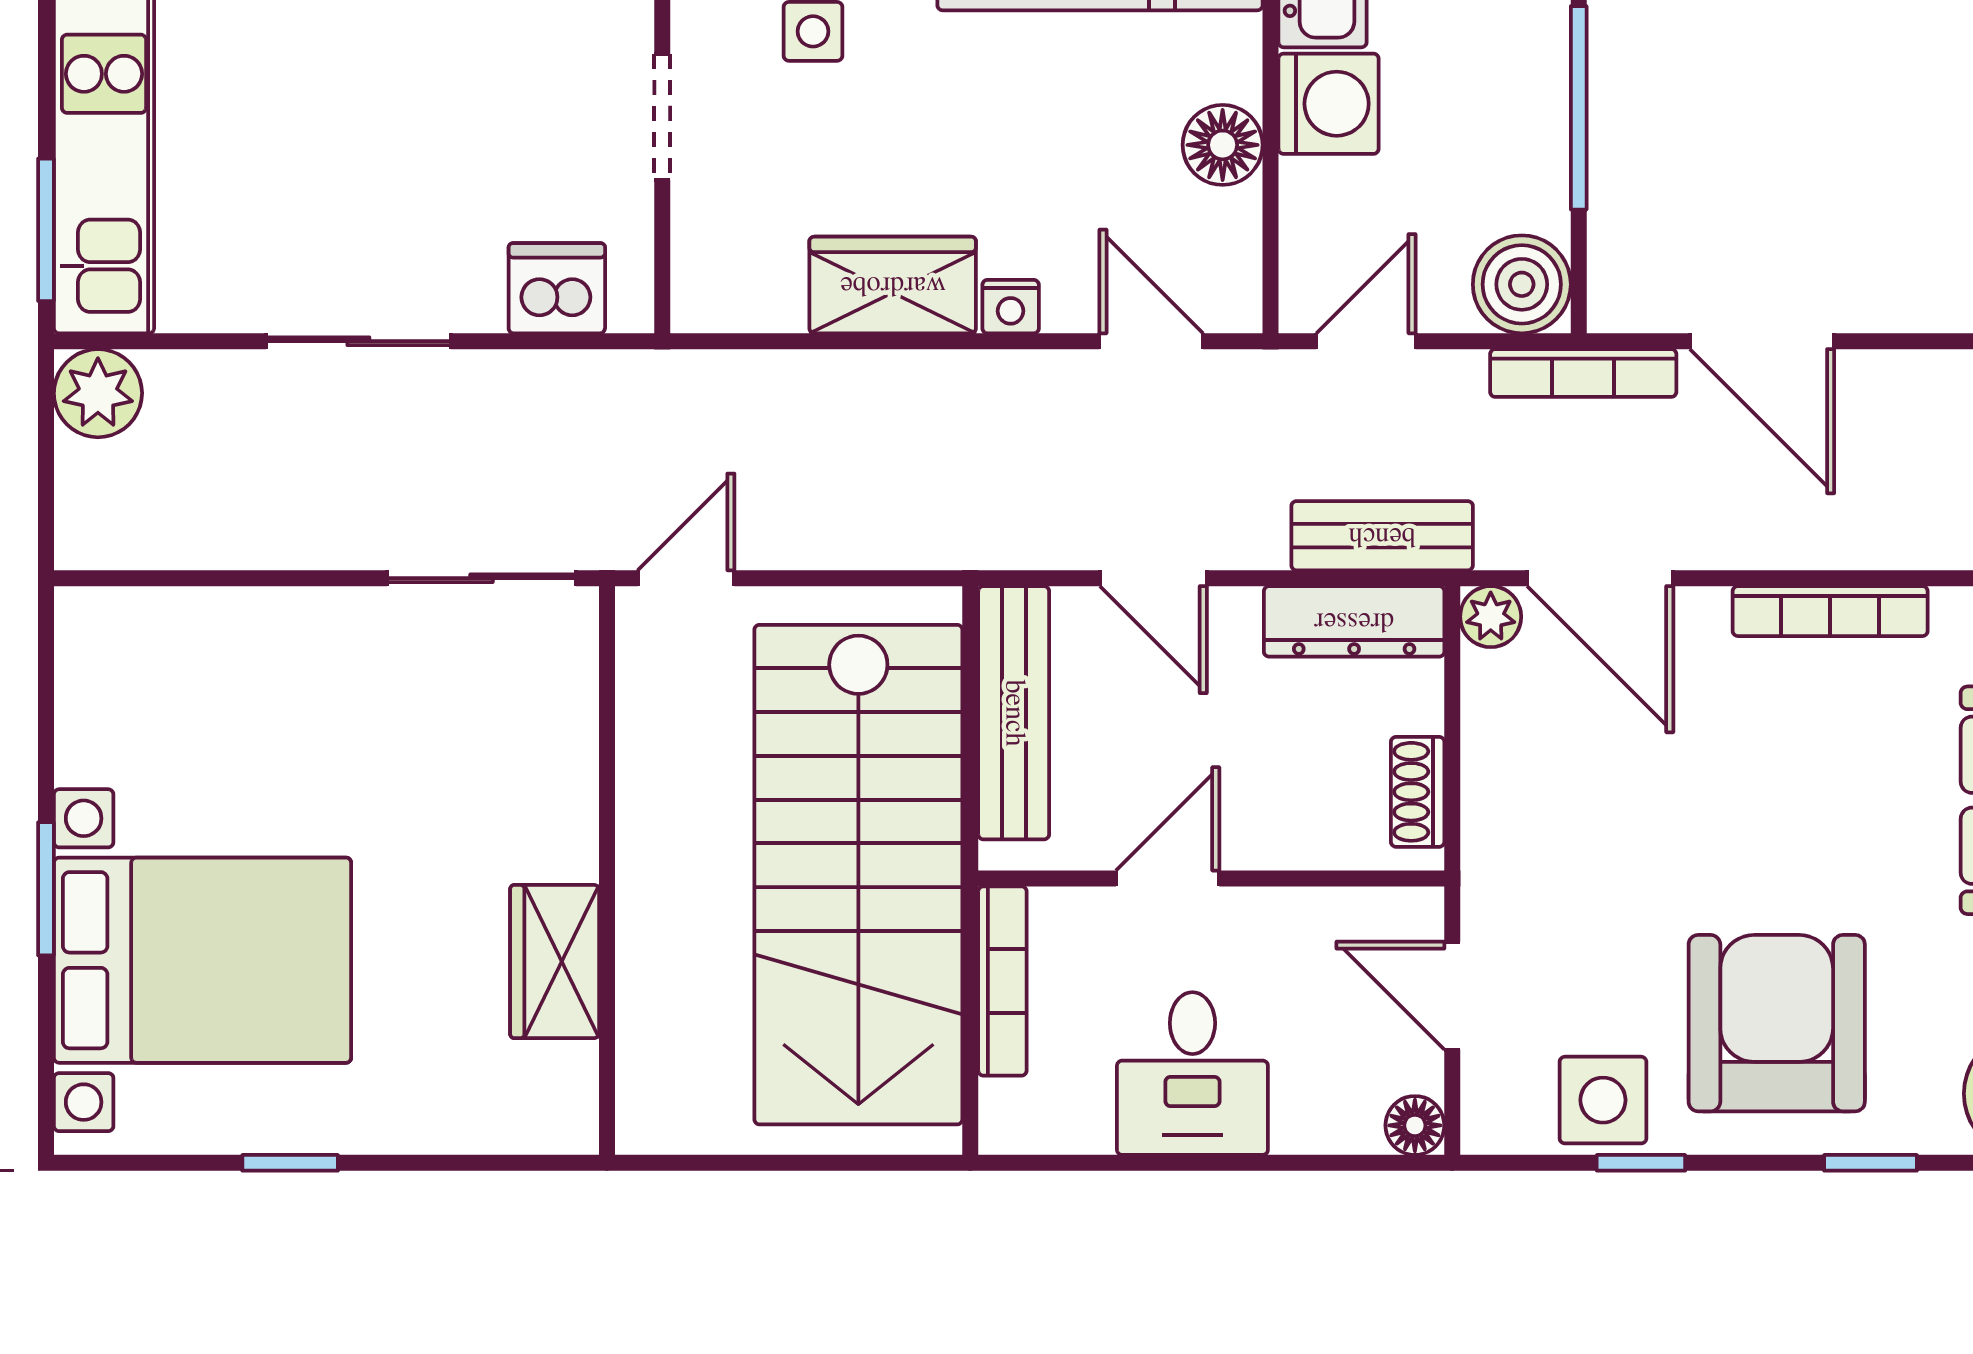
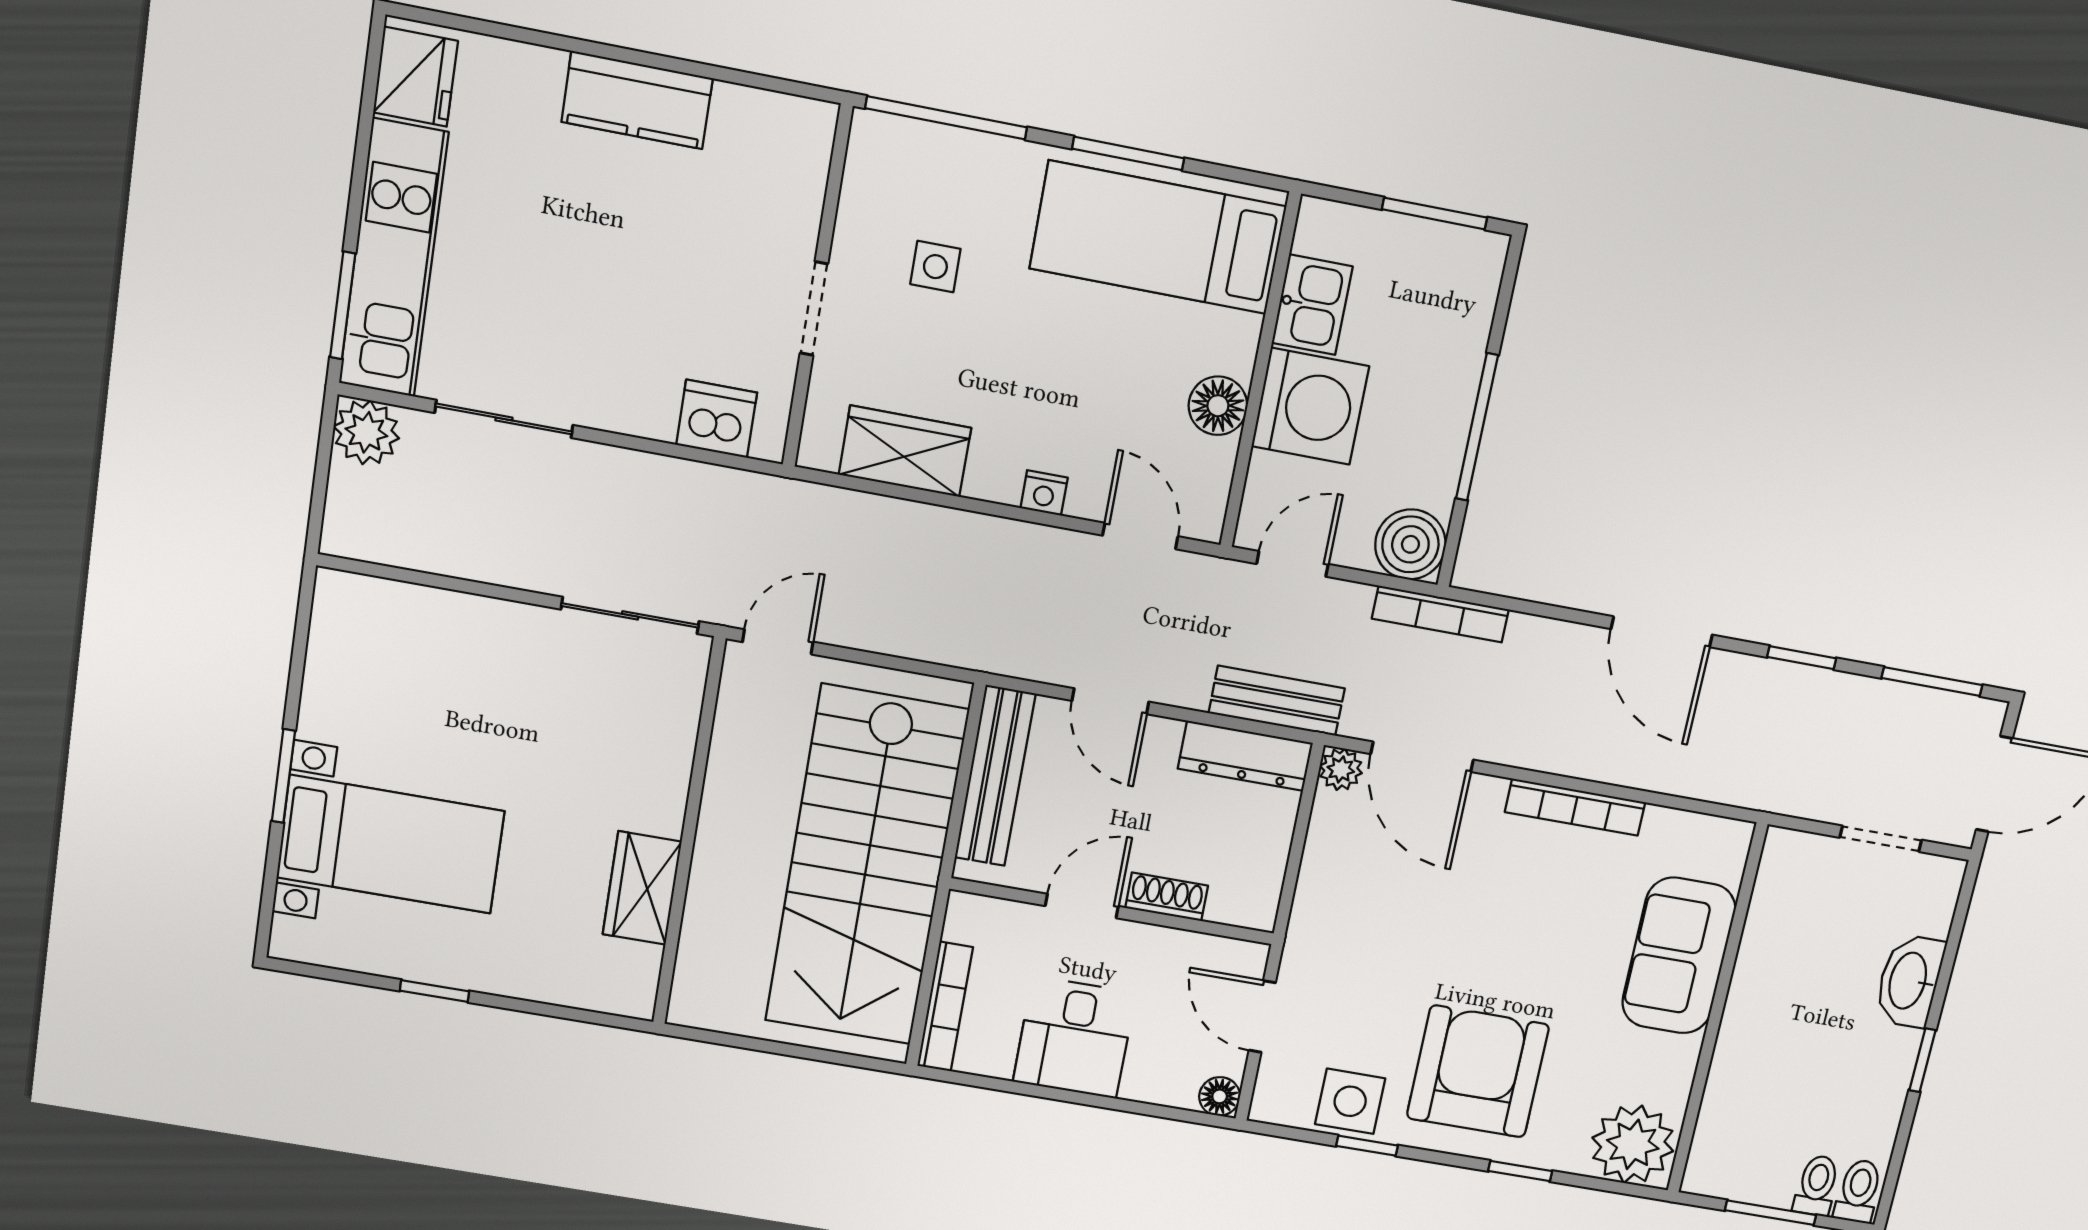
washing machine: (1329, 104) -> (1310, 406), width x1.37, depth x1.37
wardrobe: (893, 285) -> (905, 451), moved
sliding door: (358, 341) -> (504, 419), moved
door: (1762, 341) -> (1662, 632), moved
shoe rack: (1418, 792) -> (1167, 897), moved, turned 90
bed with nightstands: (203, 960) -> (391, 844), width x0.73
bookcase: (1002, 981) -> (945, 1007), moved

